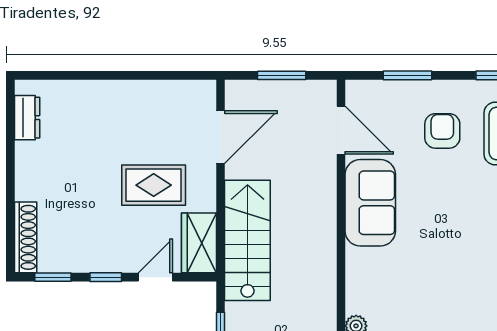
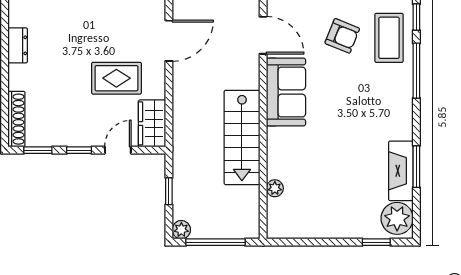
dresser: (27, 118) -> (18, 45), moved
armchair: (442, 131) -> (342, 36), turned 112
stairs: (247, 240) -> (242, 137), moved, turned 180

